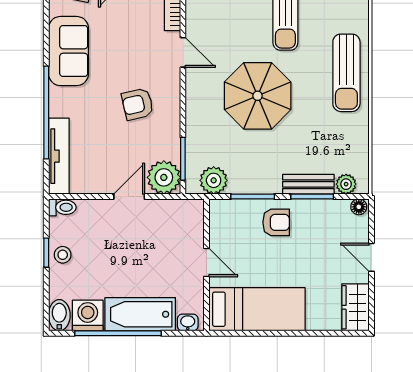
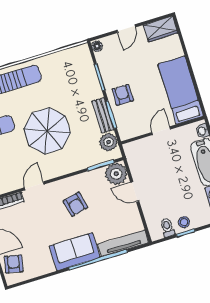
sofa: (68, 51) -> (75, 252), moved
bench: (308, 184) -> (103, 115), moved
plant: (346, 184) -> (85, 59), removed
toilet: (62, 207) -> (167, 227), moved

